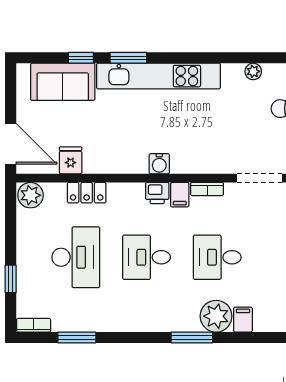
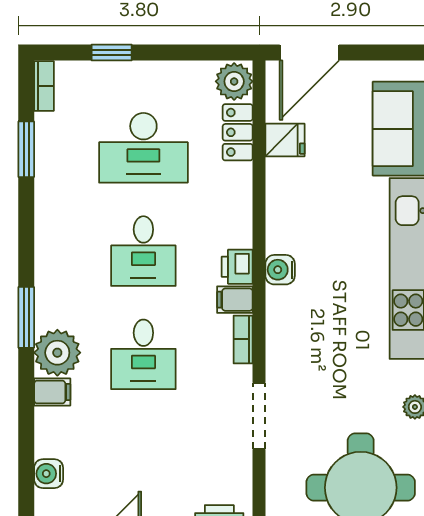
locker: (87, 193) -> (238, 132), moved
desk: (147, 257) -> (143, 251), turned 180
desk: (217, 257) -> (143, 354), turned 180

